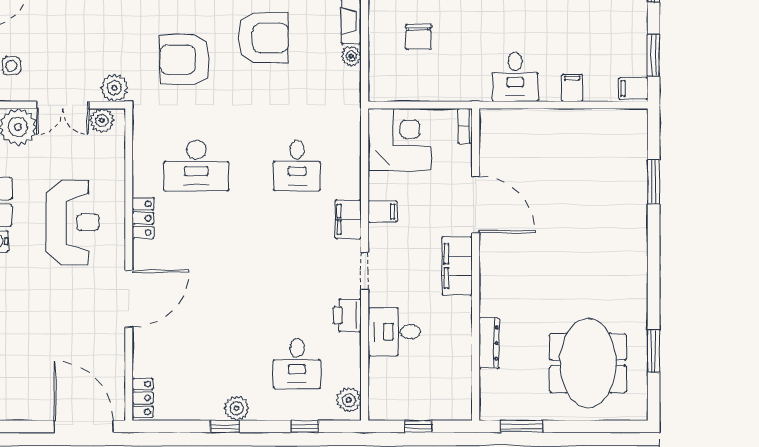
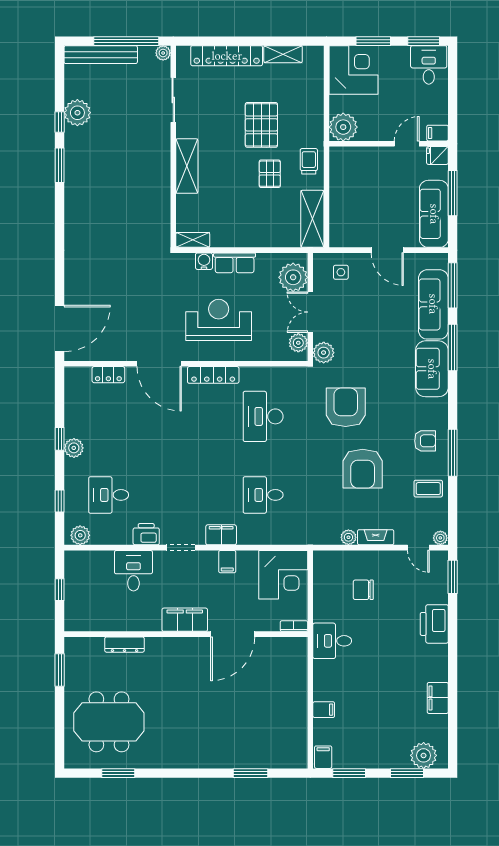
desk: (515, 77) -> (332, 641), moved
locker: (143, 218) -> (213, 375), width x1.53
reception desk: (72, 223) -> (219, 320), turned 180
locker: (143, 398) -> (108, 375), moved

